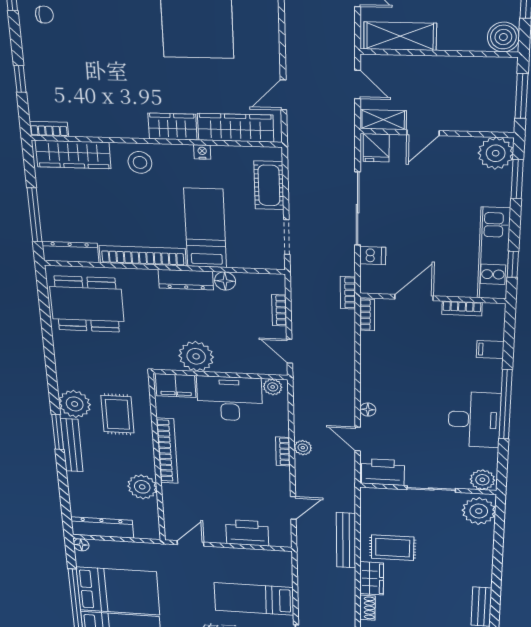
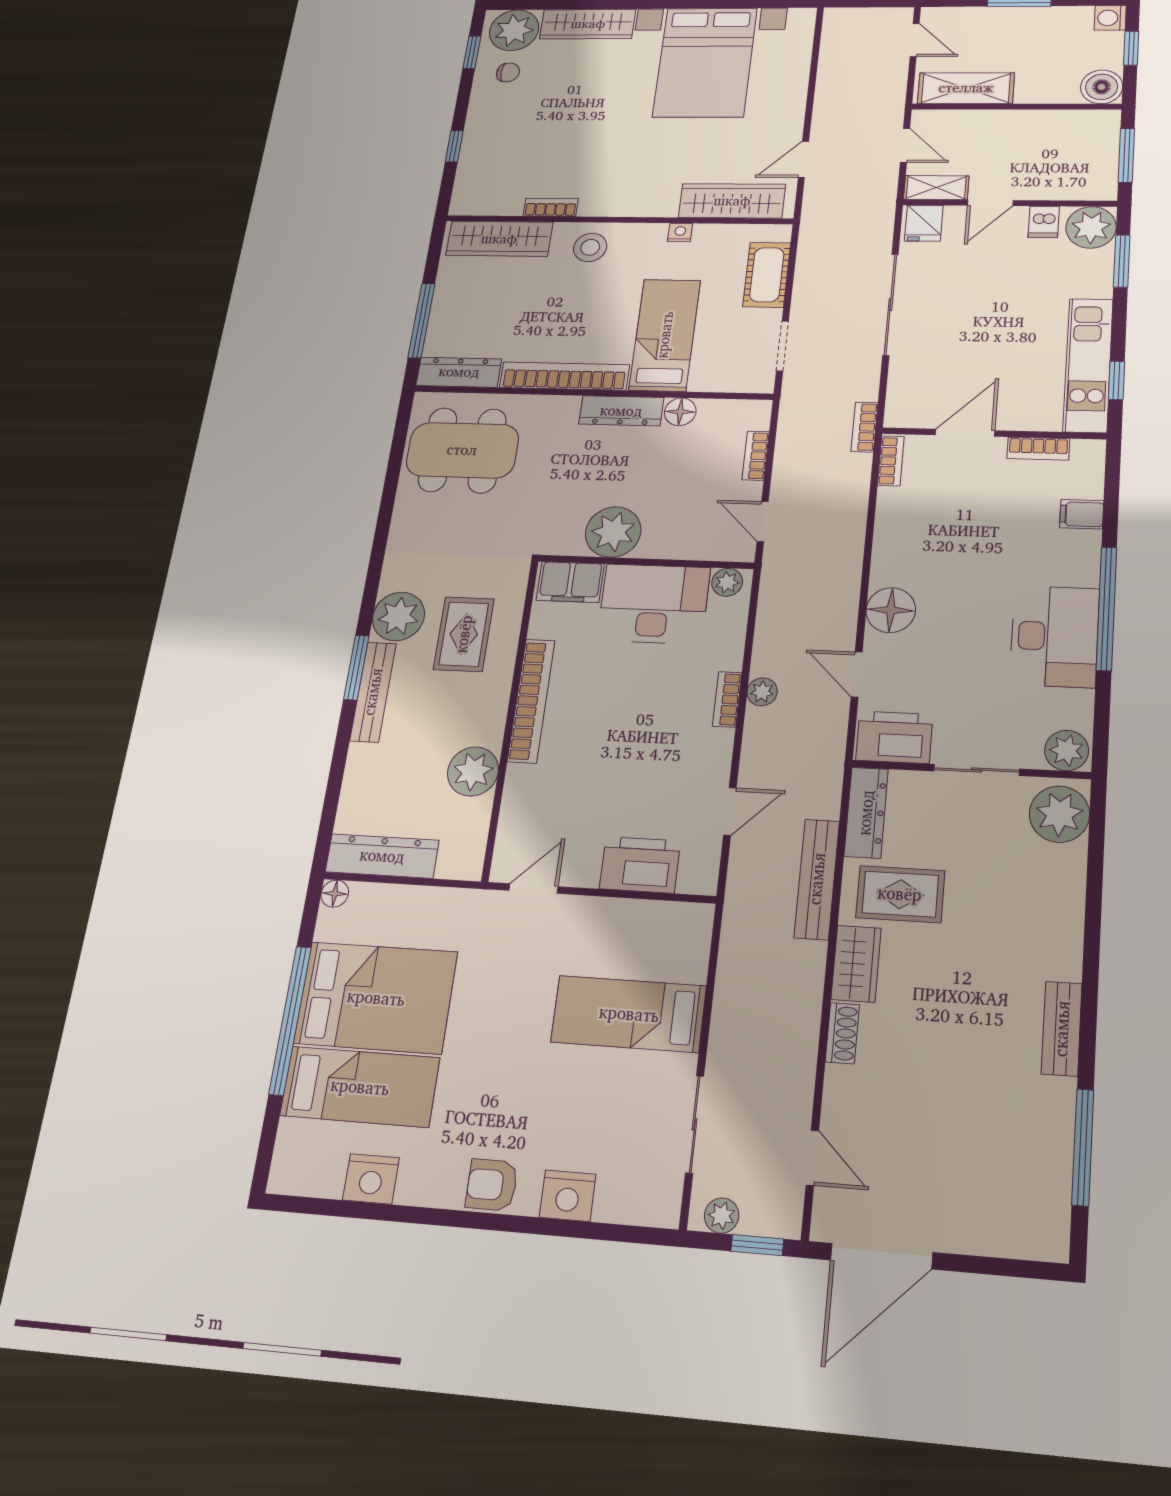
wardrobe: (172, 127) -> (645, 201), removed
bookcase: (49, 129) -> (551, 207), moved
dishwasher: (373, 256) -> (1044, 222), moved, turned 90
floor lamp: (368, 410) -> (891, 610), width x1.89, depth x1.89
dresser: (370, 509) -> (866, 813), added

